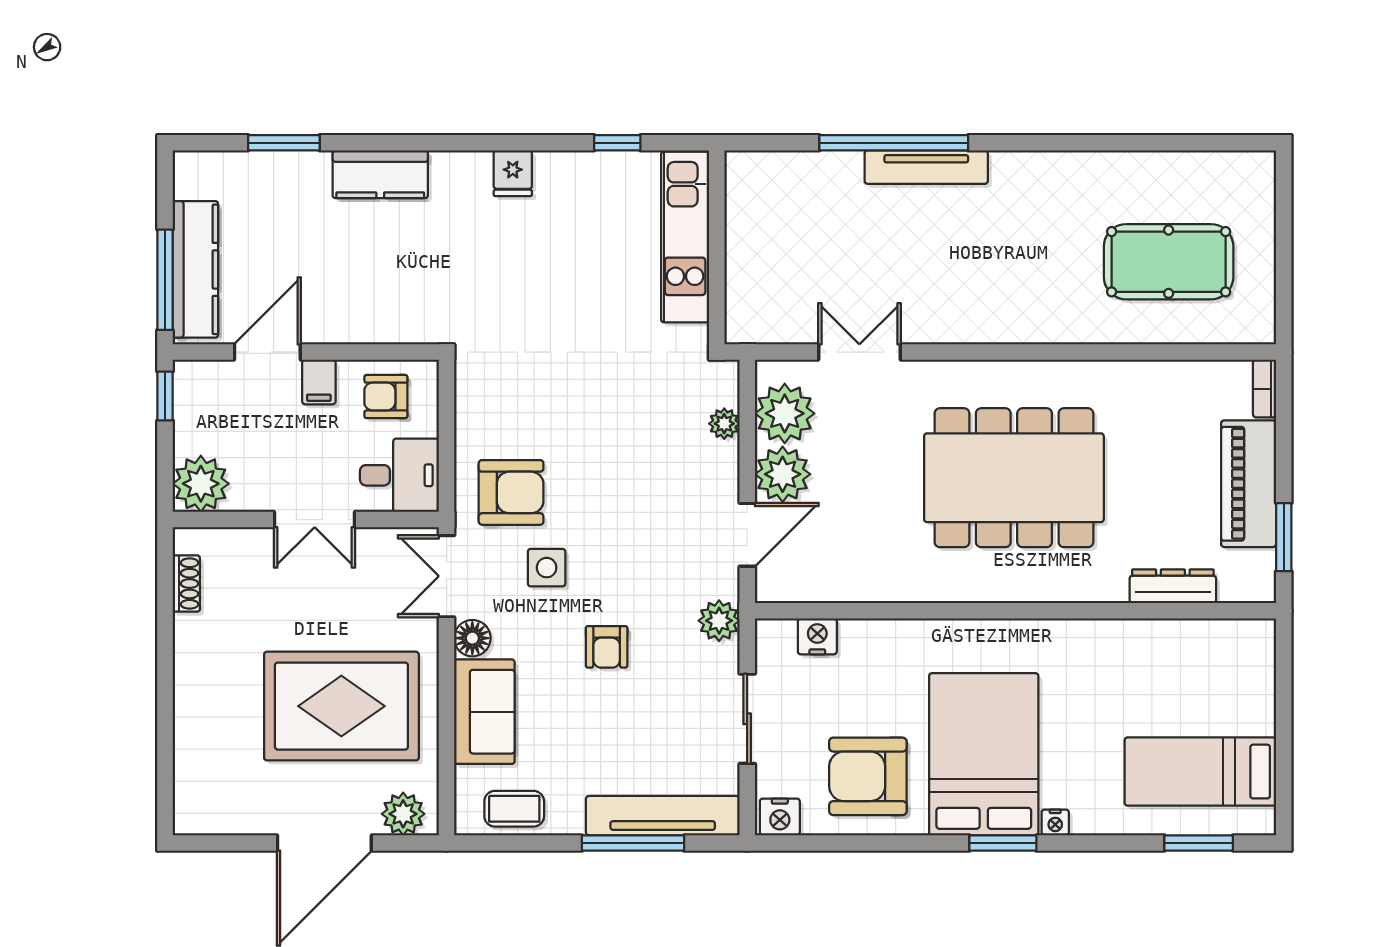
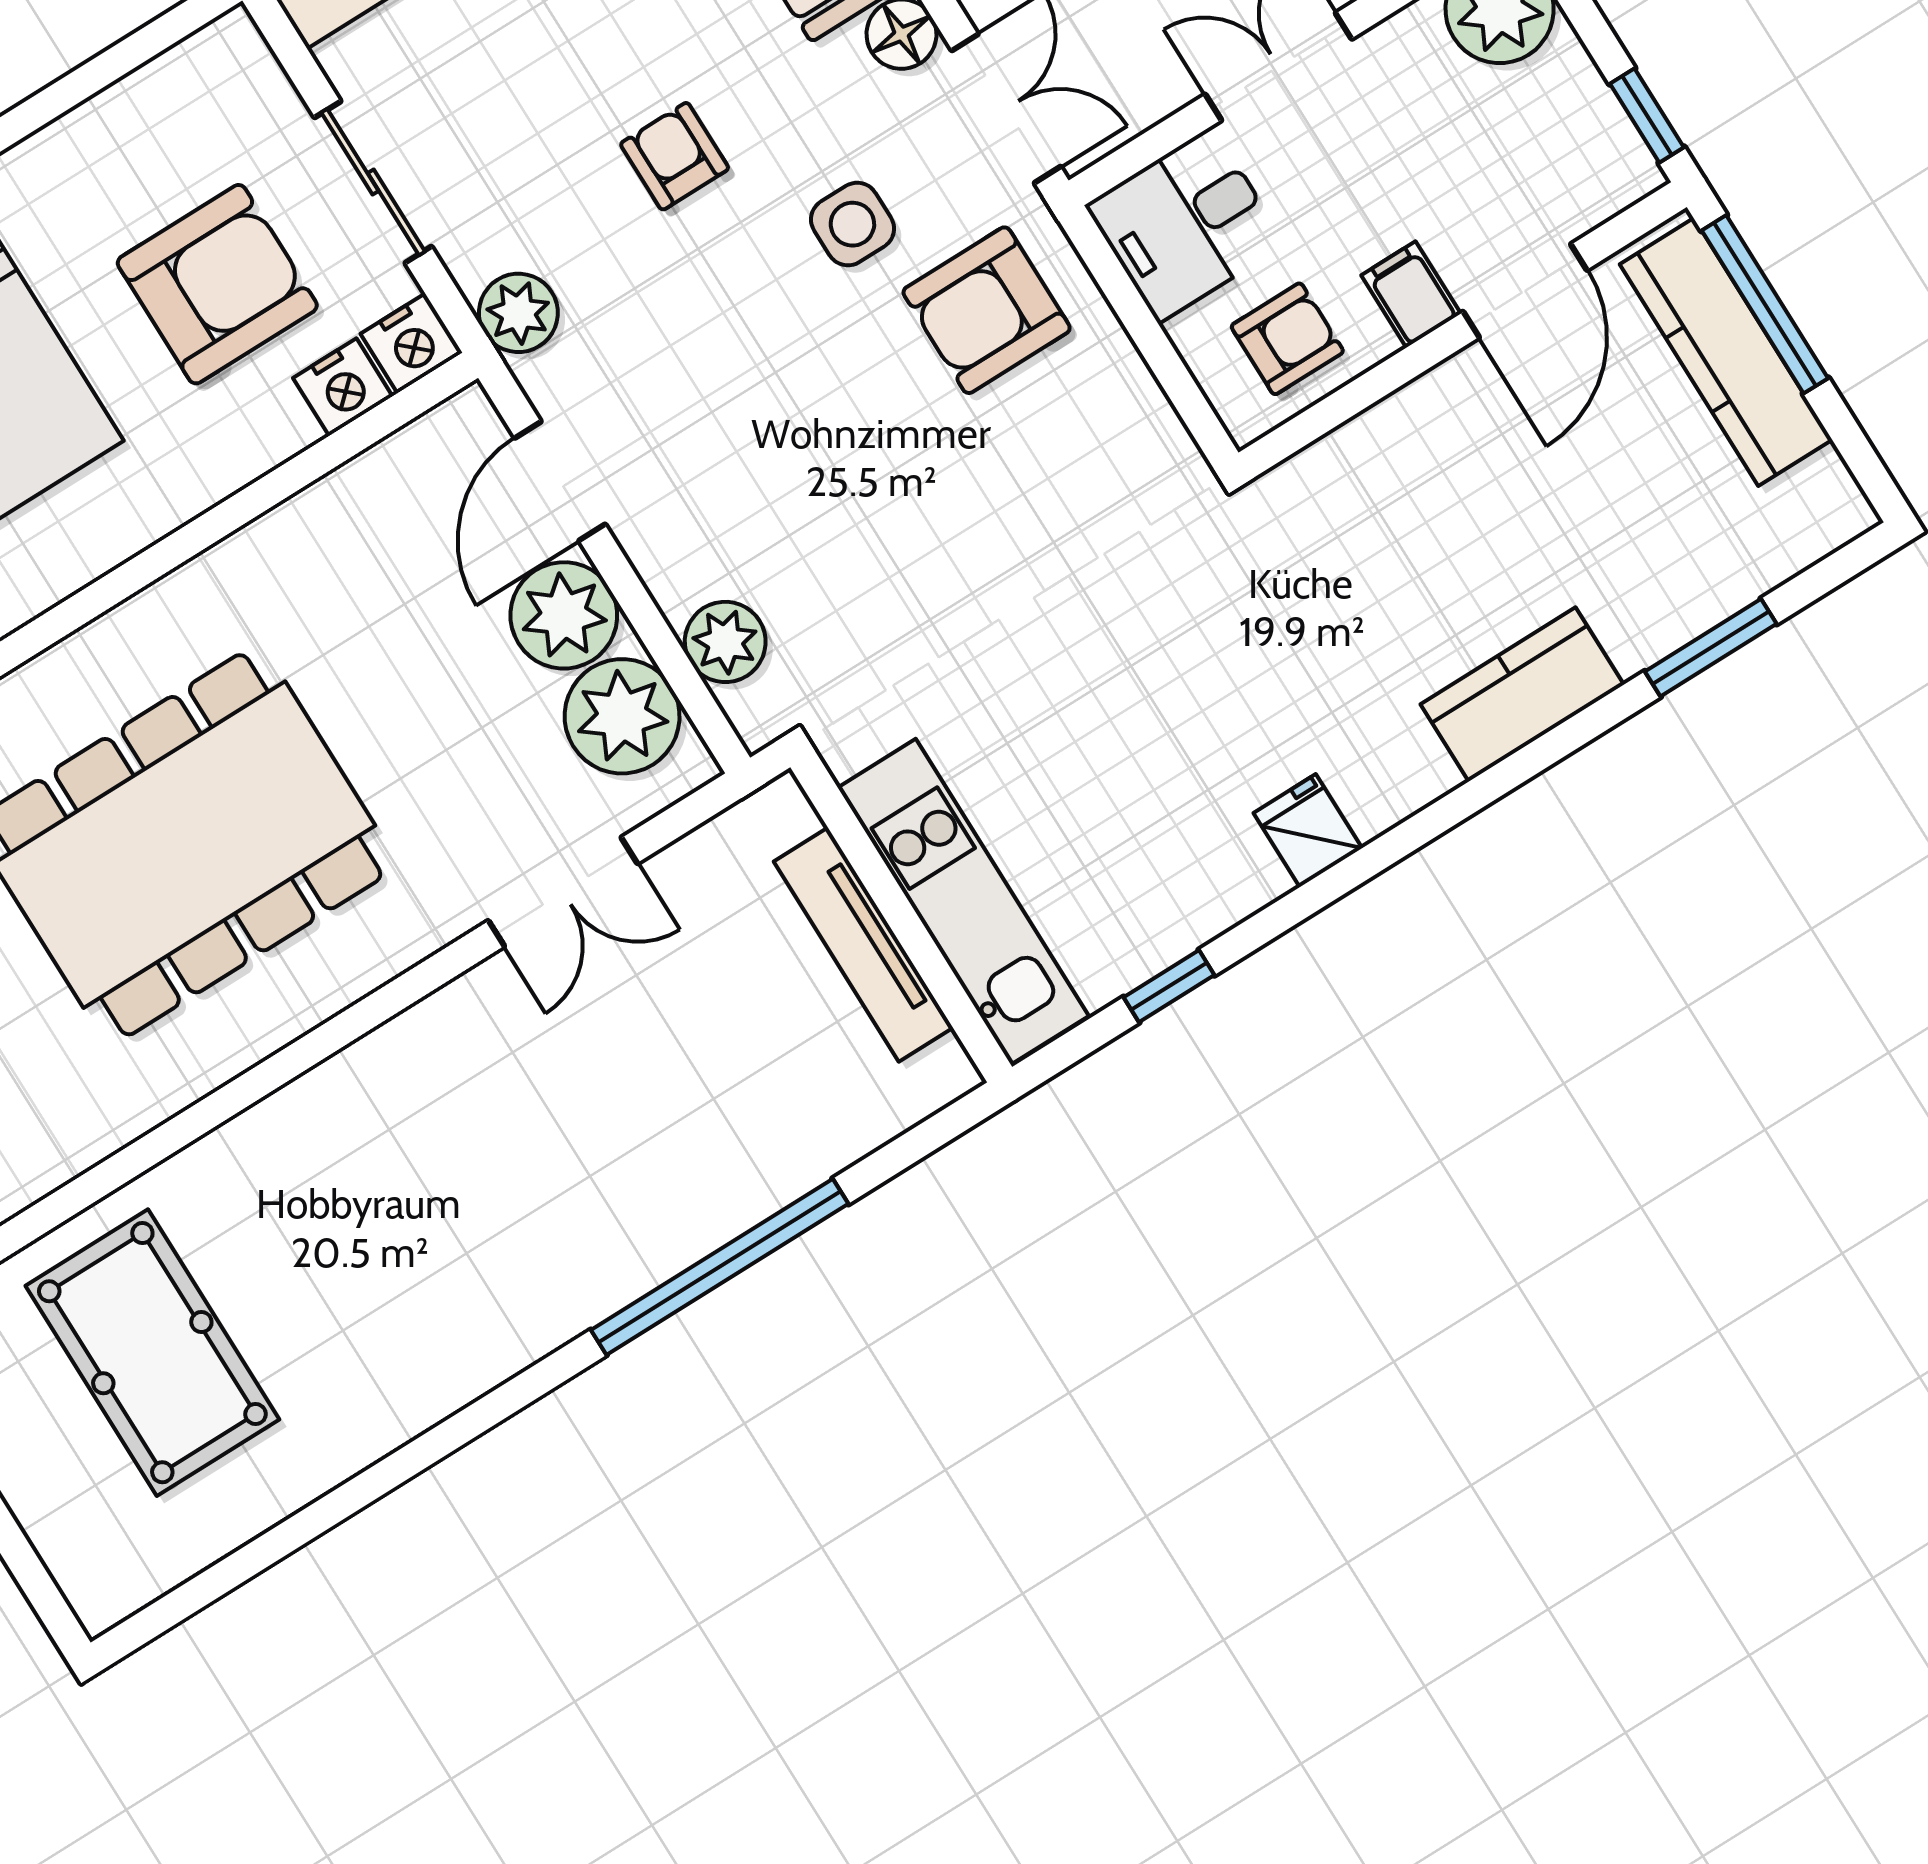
tv unit: (926, 167) -> (863, 945), moved, turned -90
pool table: (1169, 262) -> (152, 1353), turned 90
plant: (724, 424) -> (725, 642), width x1.38, depth x1.38
armchair: (868, 776) -> (217, 284), moved
nightstand: (780, 817) -> (411, 343), moved, turned 180

